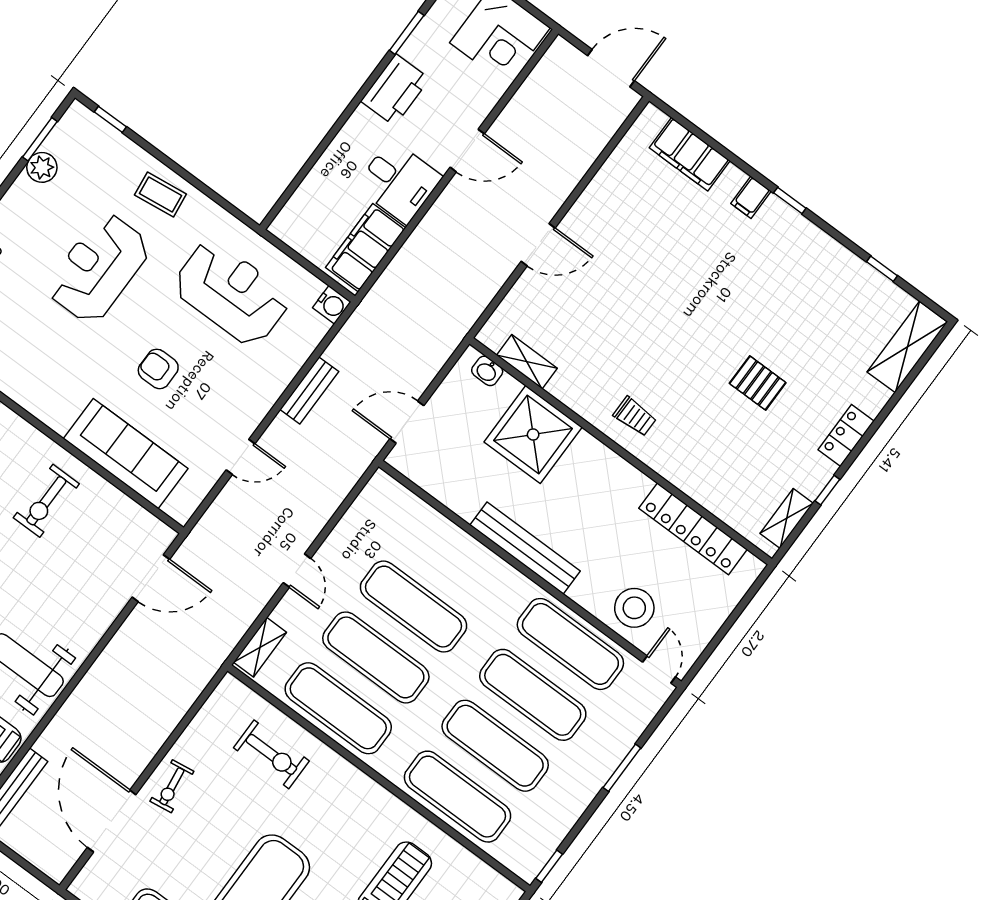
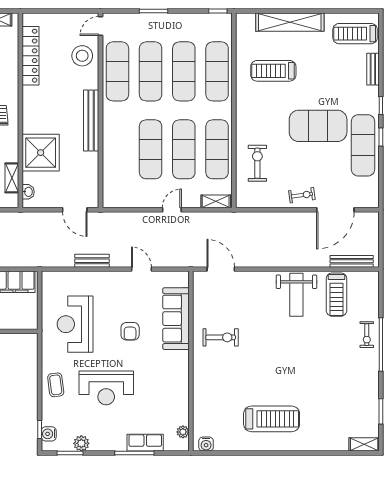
water cooler: (332, 305) -> (49, 434), moved, turned -90

